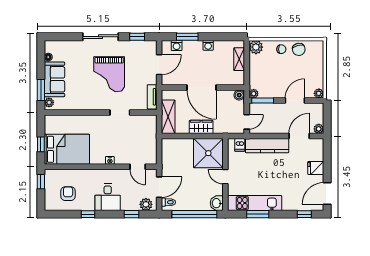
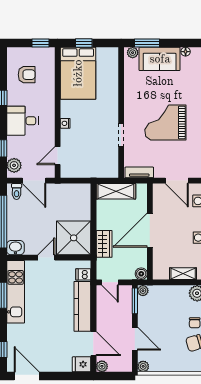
wardrobe: (201, 127) -> (104, 244), moved
fridge: (316, 168) -> (82, 364), moved, turned -90

